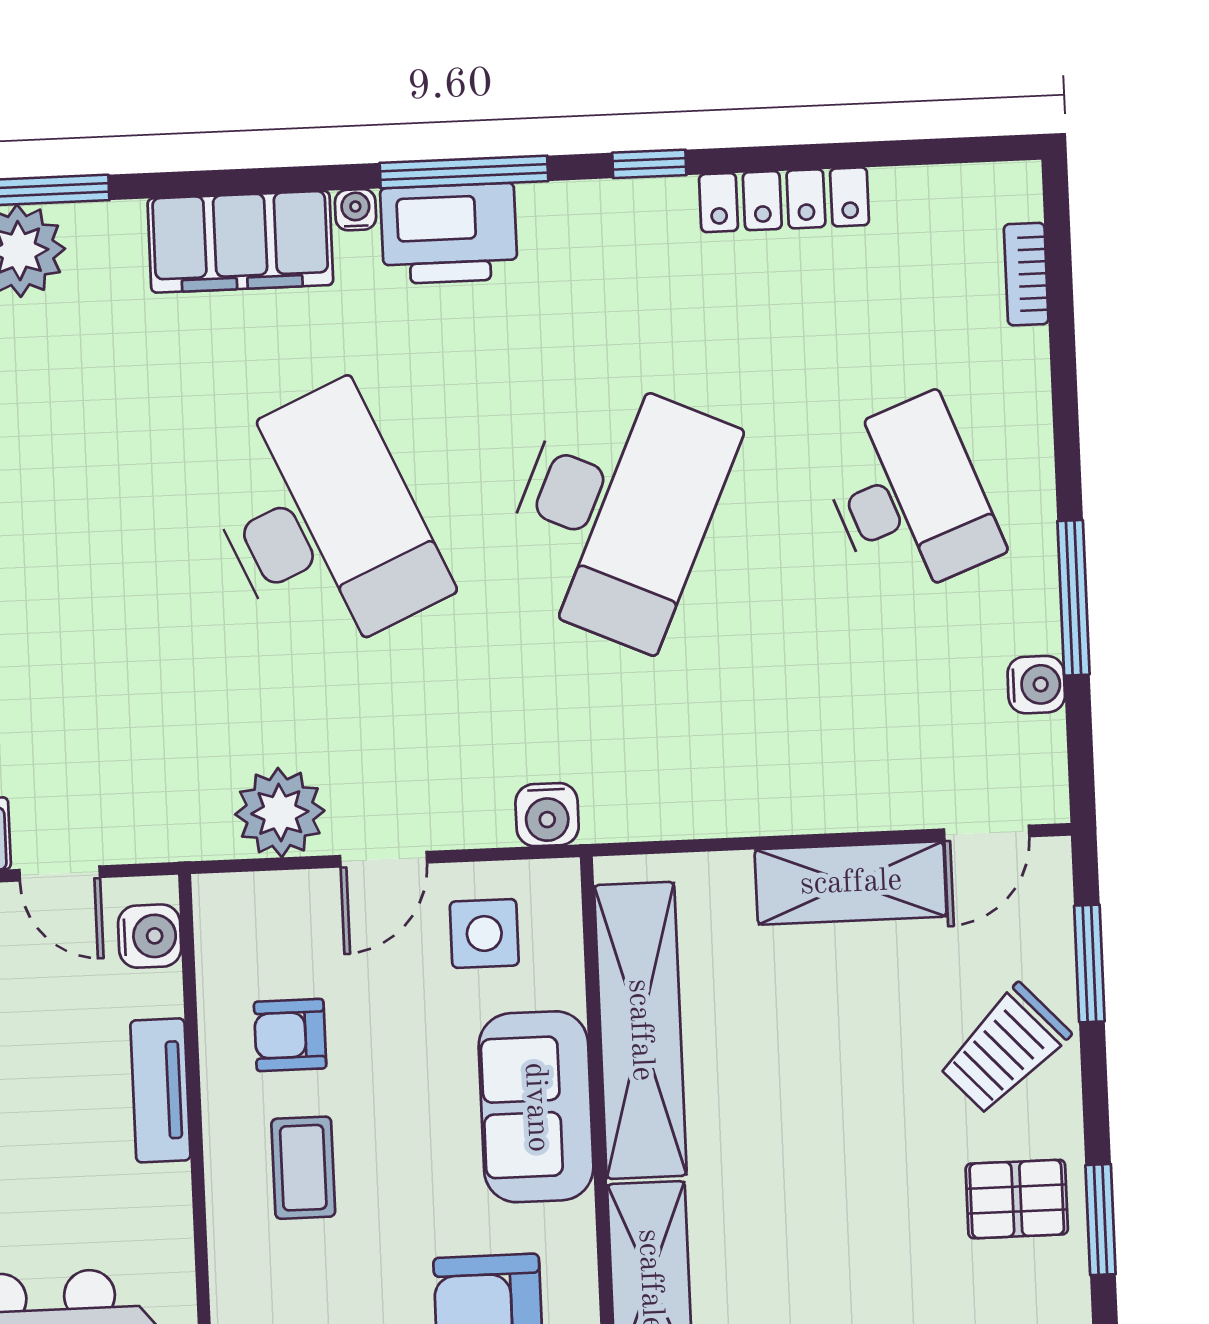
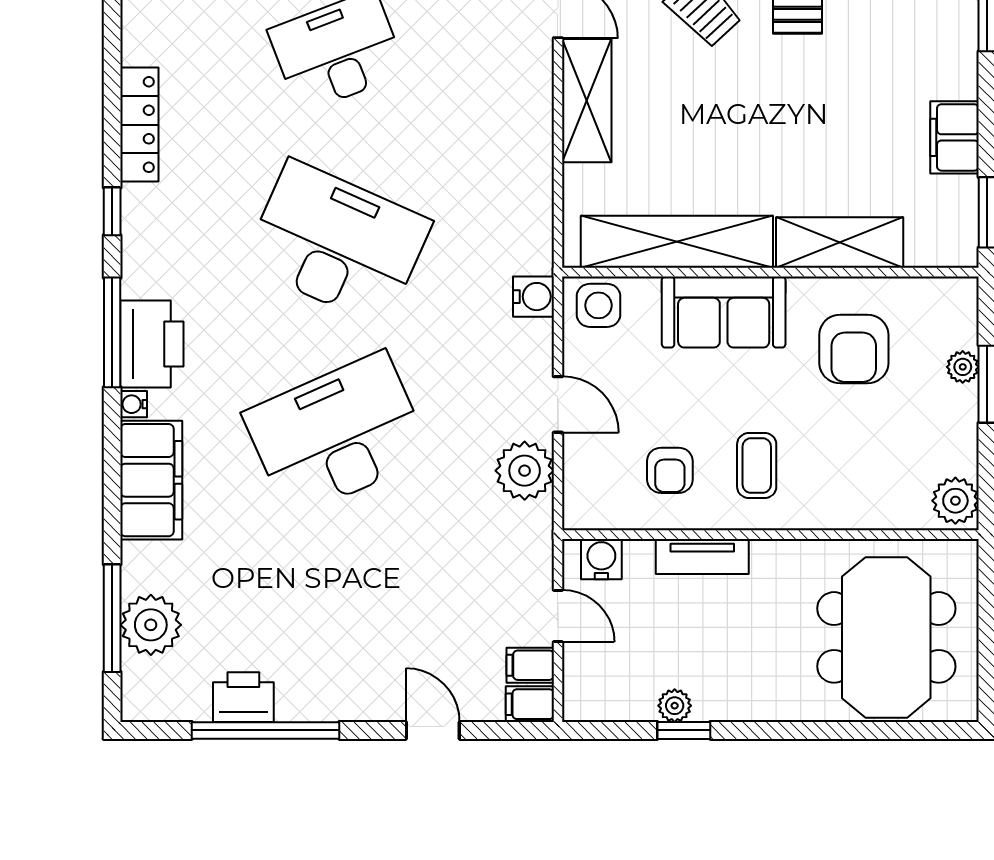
door: (60, 873) -> (558, 616), hinge flipped
side table: (484, 933) -> (598, 305), moved
coffee table: (303, 1168) -> (757, 466), turned 90

